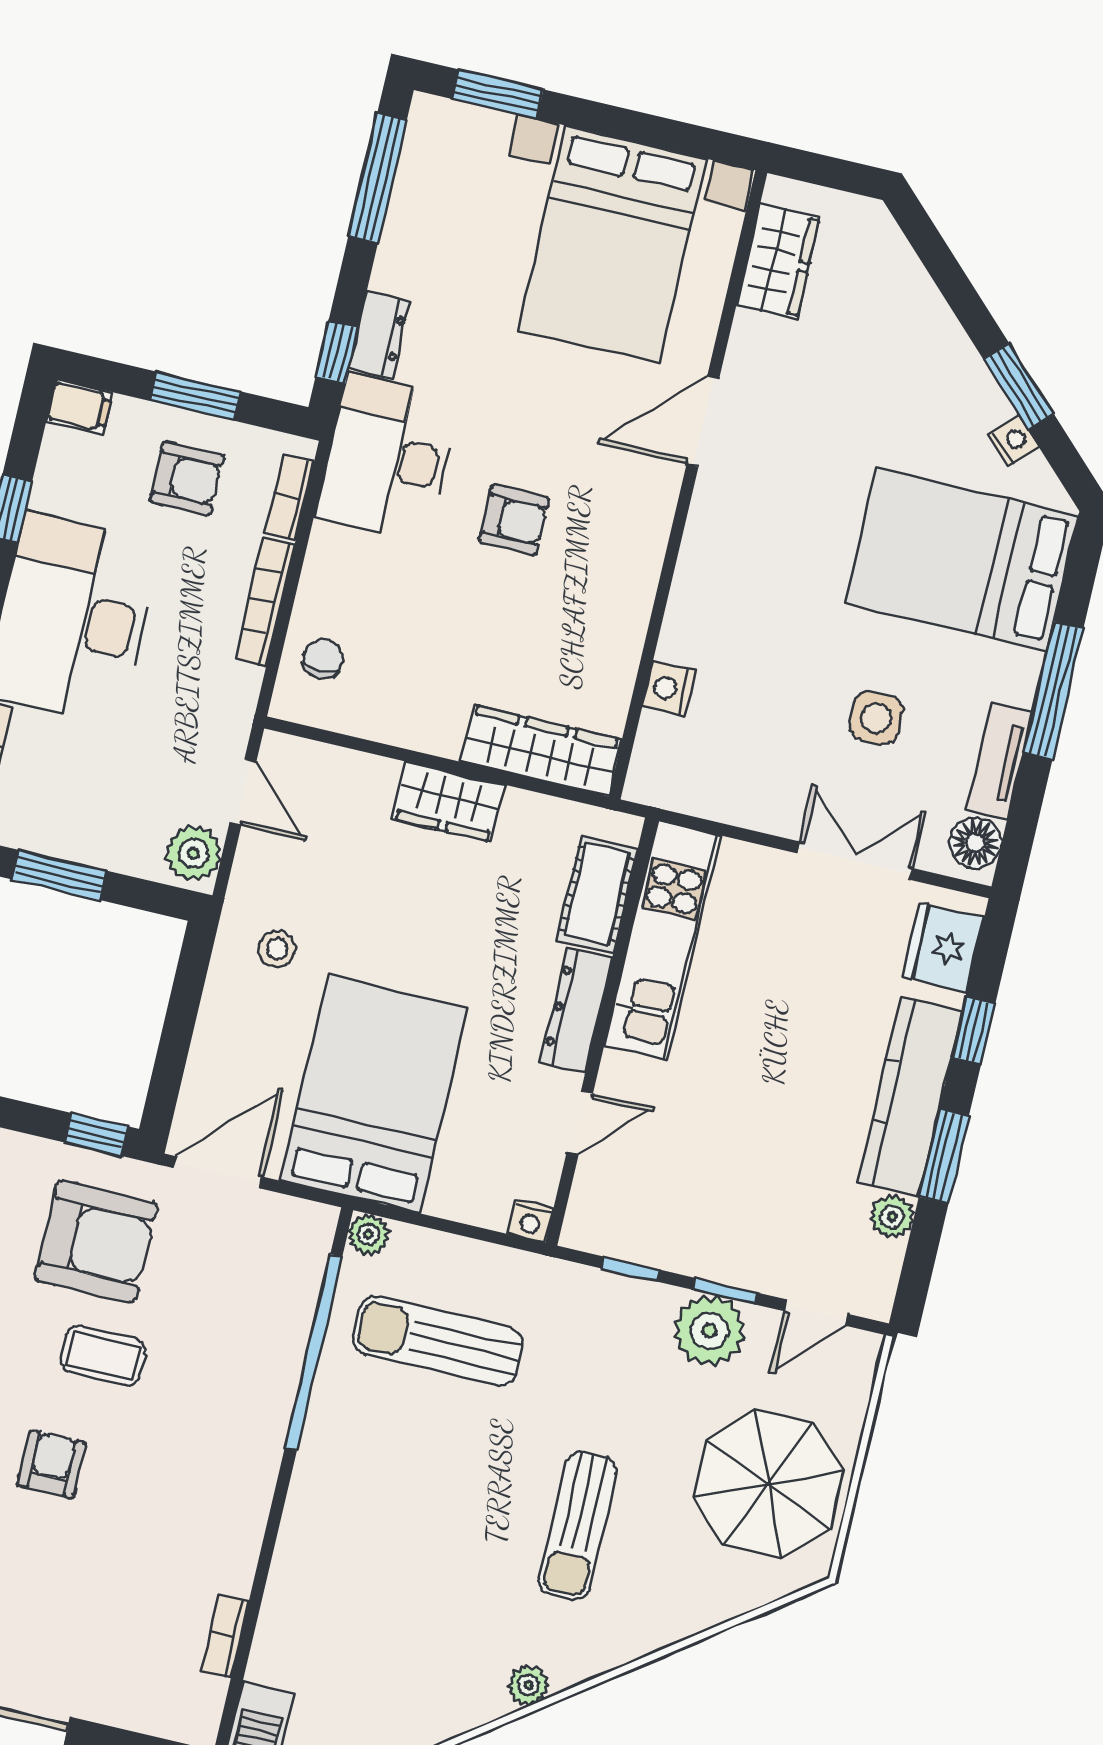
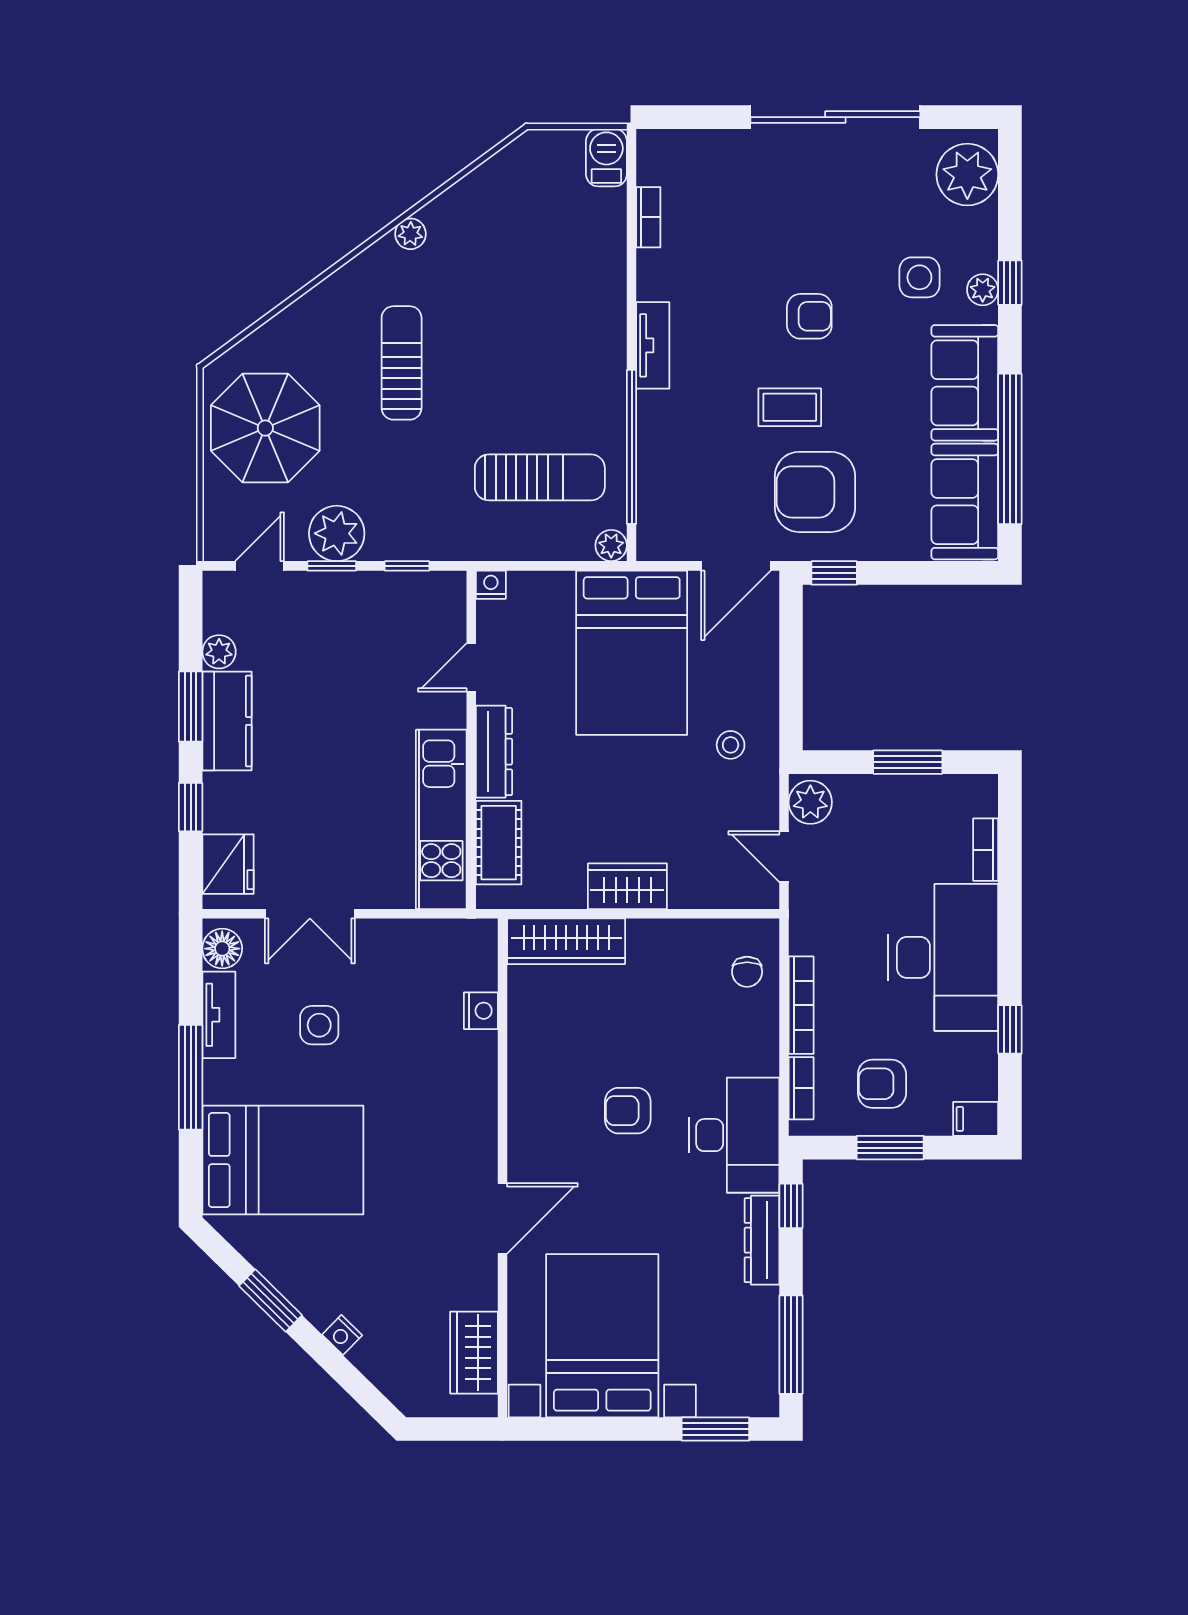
dresser: (380, 335) -> (762, 1240), width x1.44
nightstand: (1014, 441) -> (342, 1335), moved
kitchen counter: (910, 1096) -> (227, 721), width x0.67
armchair: (52, 1464) -> (809, 316), turned -90
tv unit: (257, 1474) -> (653, 345), added

